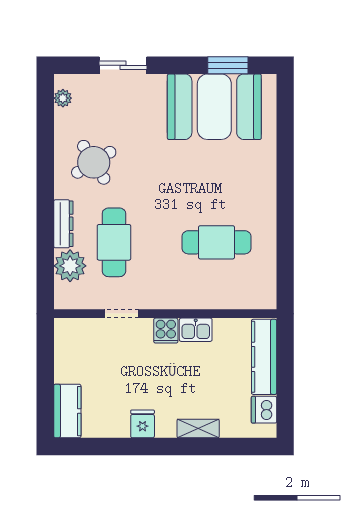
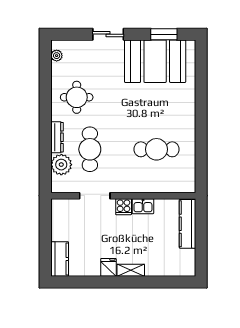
sliding door: (123, 65) -> (108, 34), moved
round table: (94, 162) -> (77, 97), turned 32
doorway: (122, 314) -> (95, 196), width x1.38
dishwasher: (264, 410) -> (187, 258), removed
shelving: (198, 428) -> (131, 270), moved

